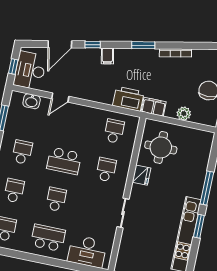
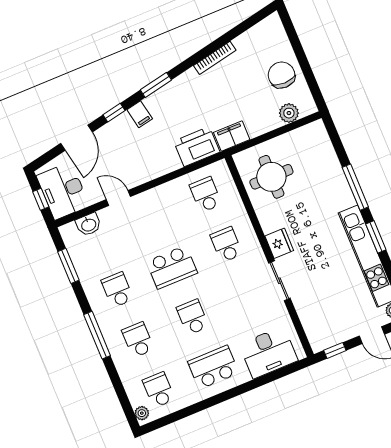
window: (143, 45) -> (156, 85), moved
door: (60, 98) -> (118, 198), swing flipped
plant: (184, 113) -> (289, 113), moved
fridge: (141, 175) -> (279, 243), moved

